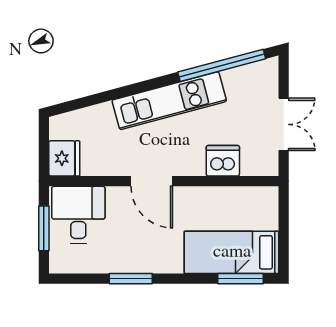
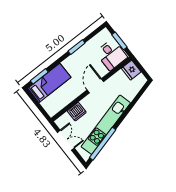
kitchen unit: (169, 101) -> (106, 125), width x1.36
double door: (284, 124) -> (66, 140), swing flipped
door: (152, 181) -> (95, 86), hinge flipped

